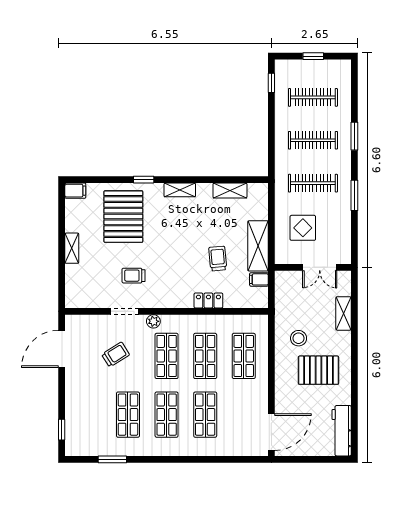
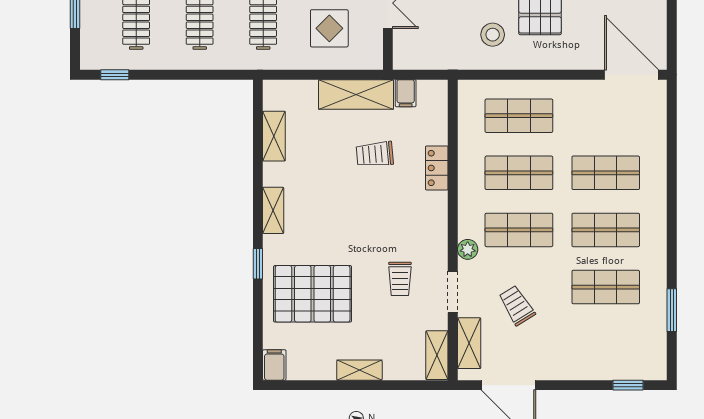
shelving: (82, 301) -> (437, 355), added
shelving: (90, 322) -> (469, 343), added

